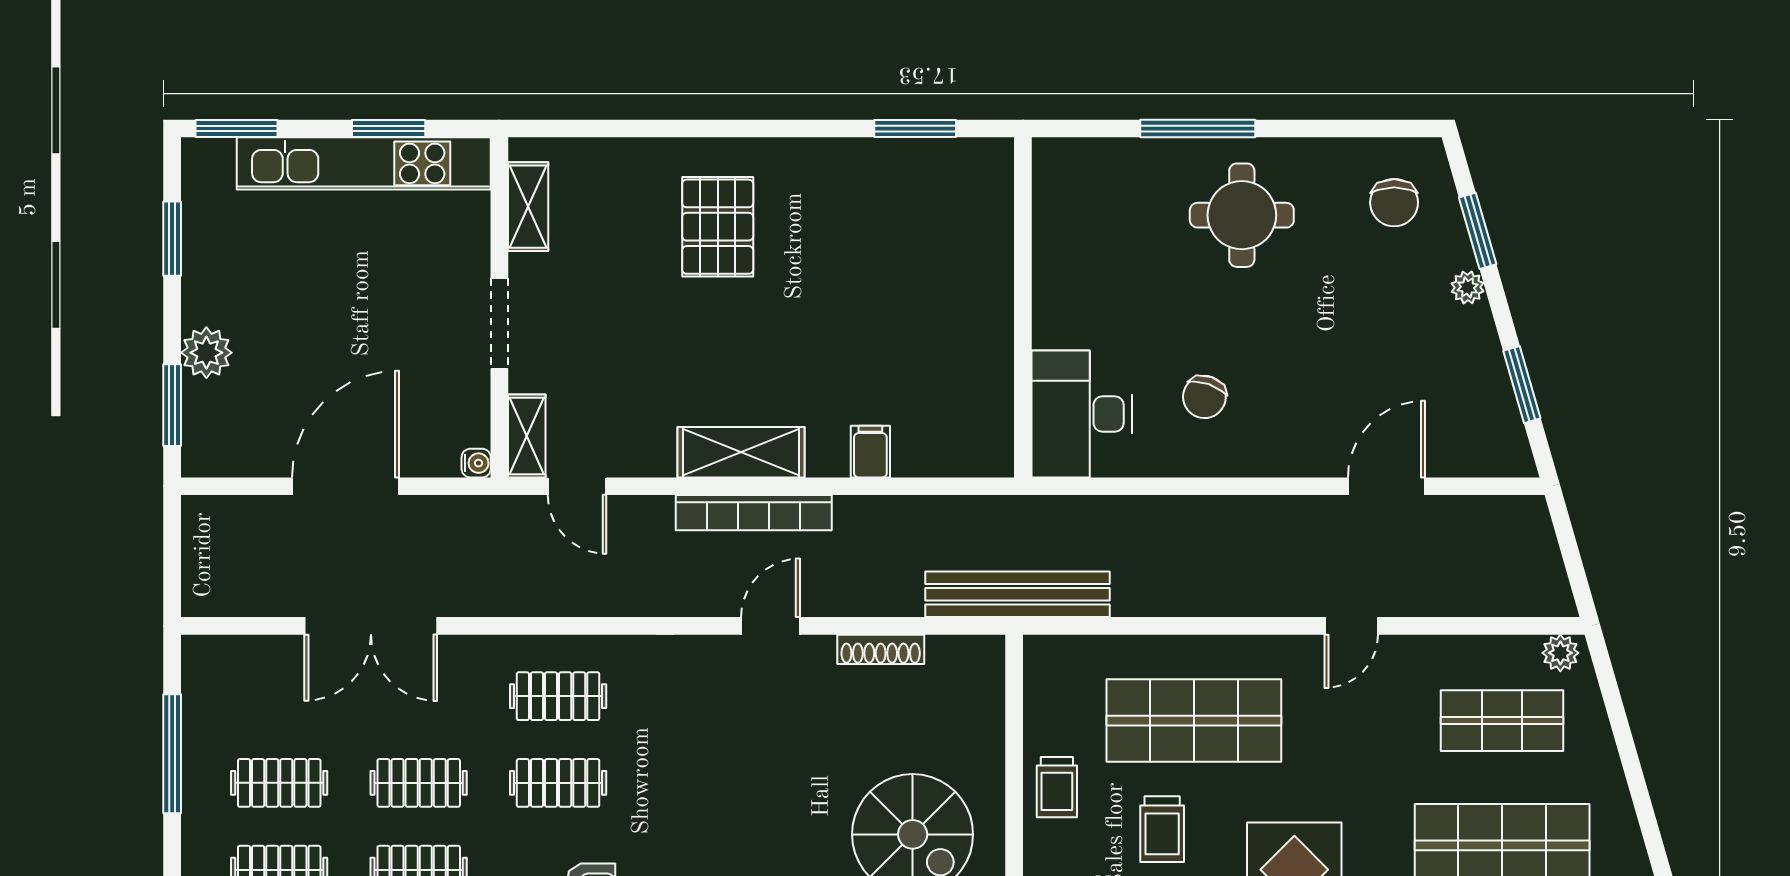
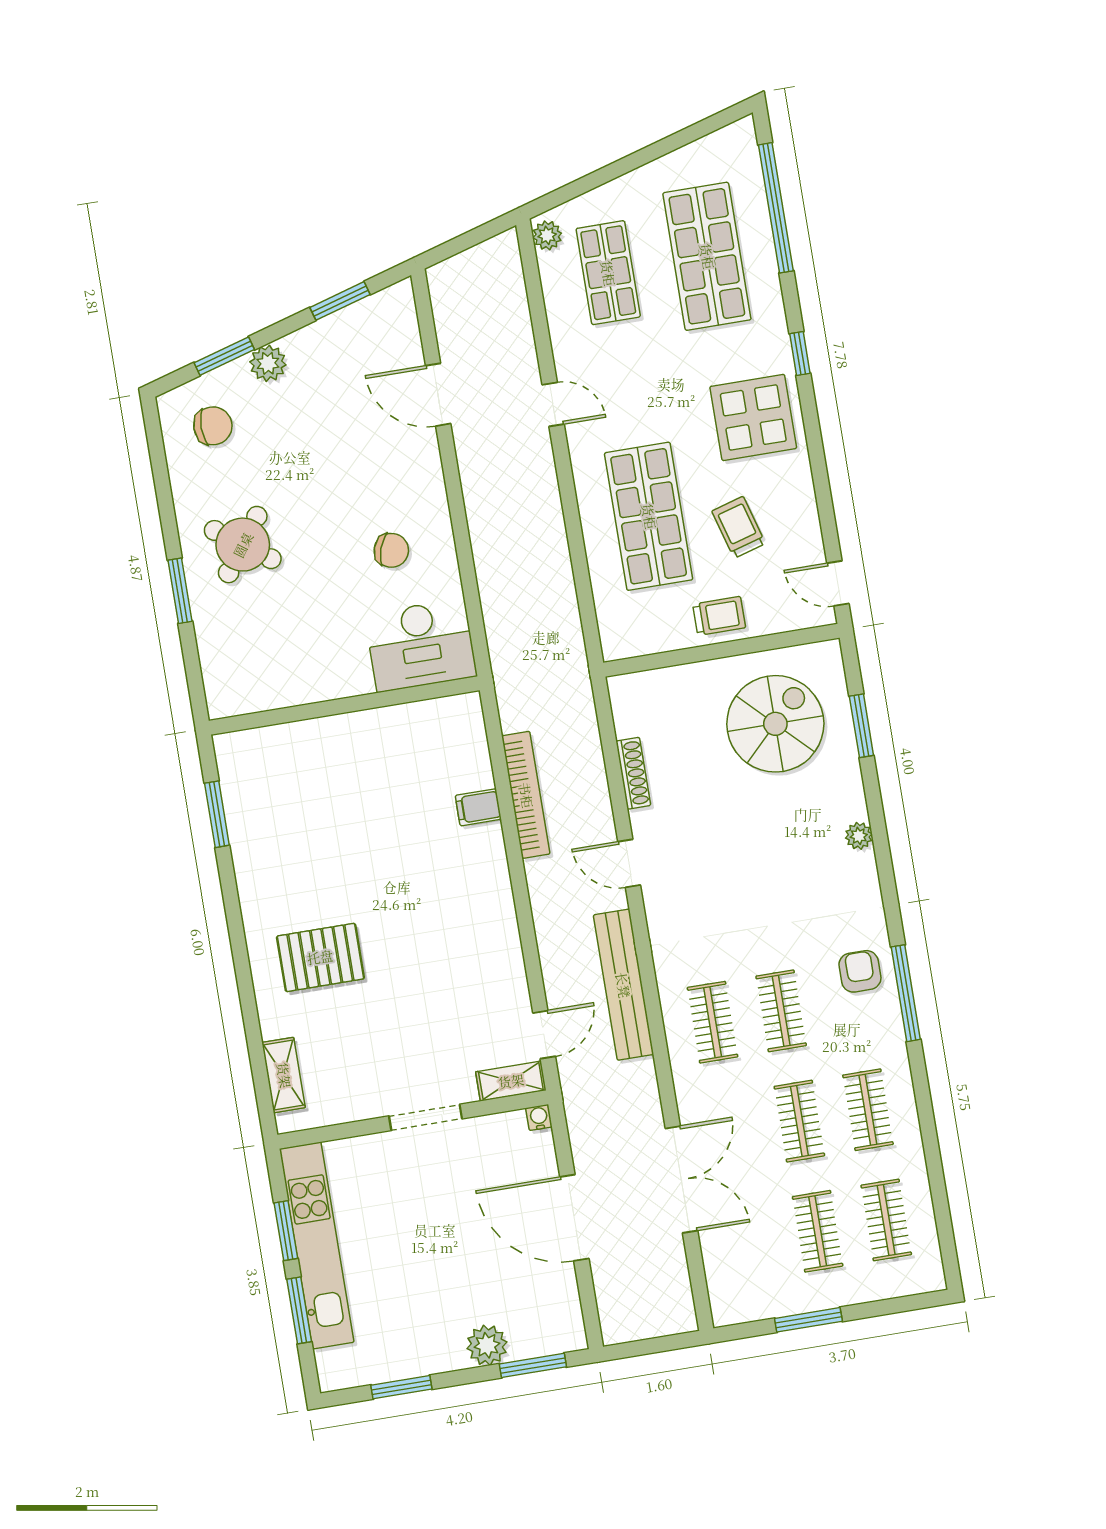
window: (236, 128) -> (299, 1310), moved
window: (1198, 128) -> (180, 591), width x0.69
shelving: (528, 207) -> (284, 1075), moved, turned 90
round table: (1242, 215) -> (243, 545), turned 36
plant: (1468, 287) -> (268, 363), width x1.38, depth x1.38
shelving: (741, 452) -> (496, 910), removed
bookcase: (754, 513) -> (526, 795), moved
bench: (1018, 594) -> (623, 985), moved
window: (172, 754) -> (808, 1320), width x0.69
trolley: (1162, 829) -> (739, 527), turned -106

